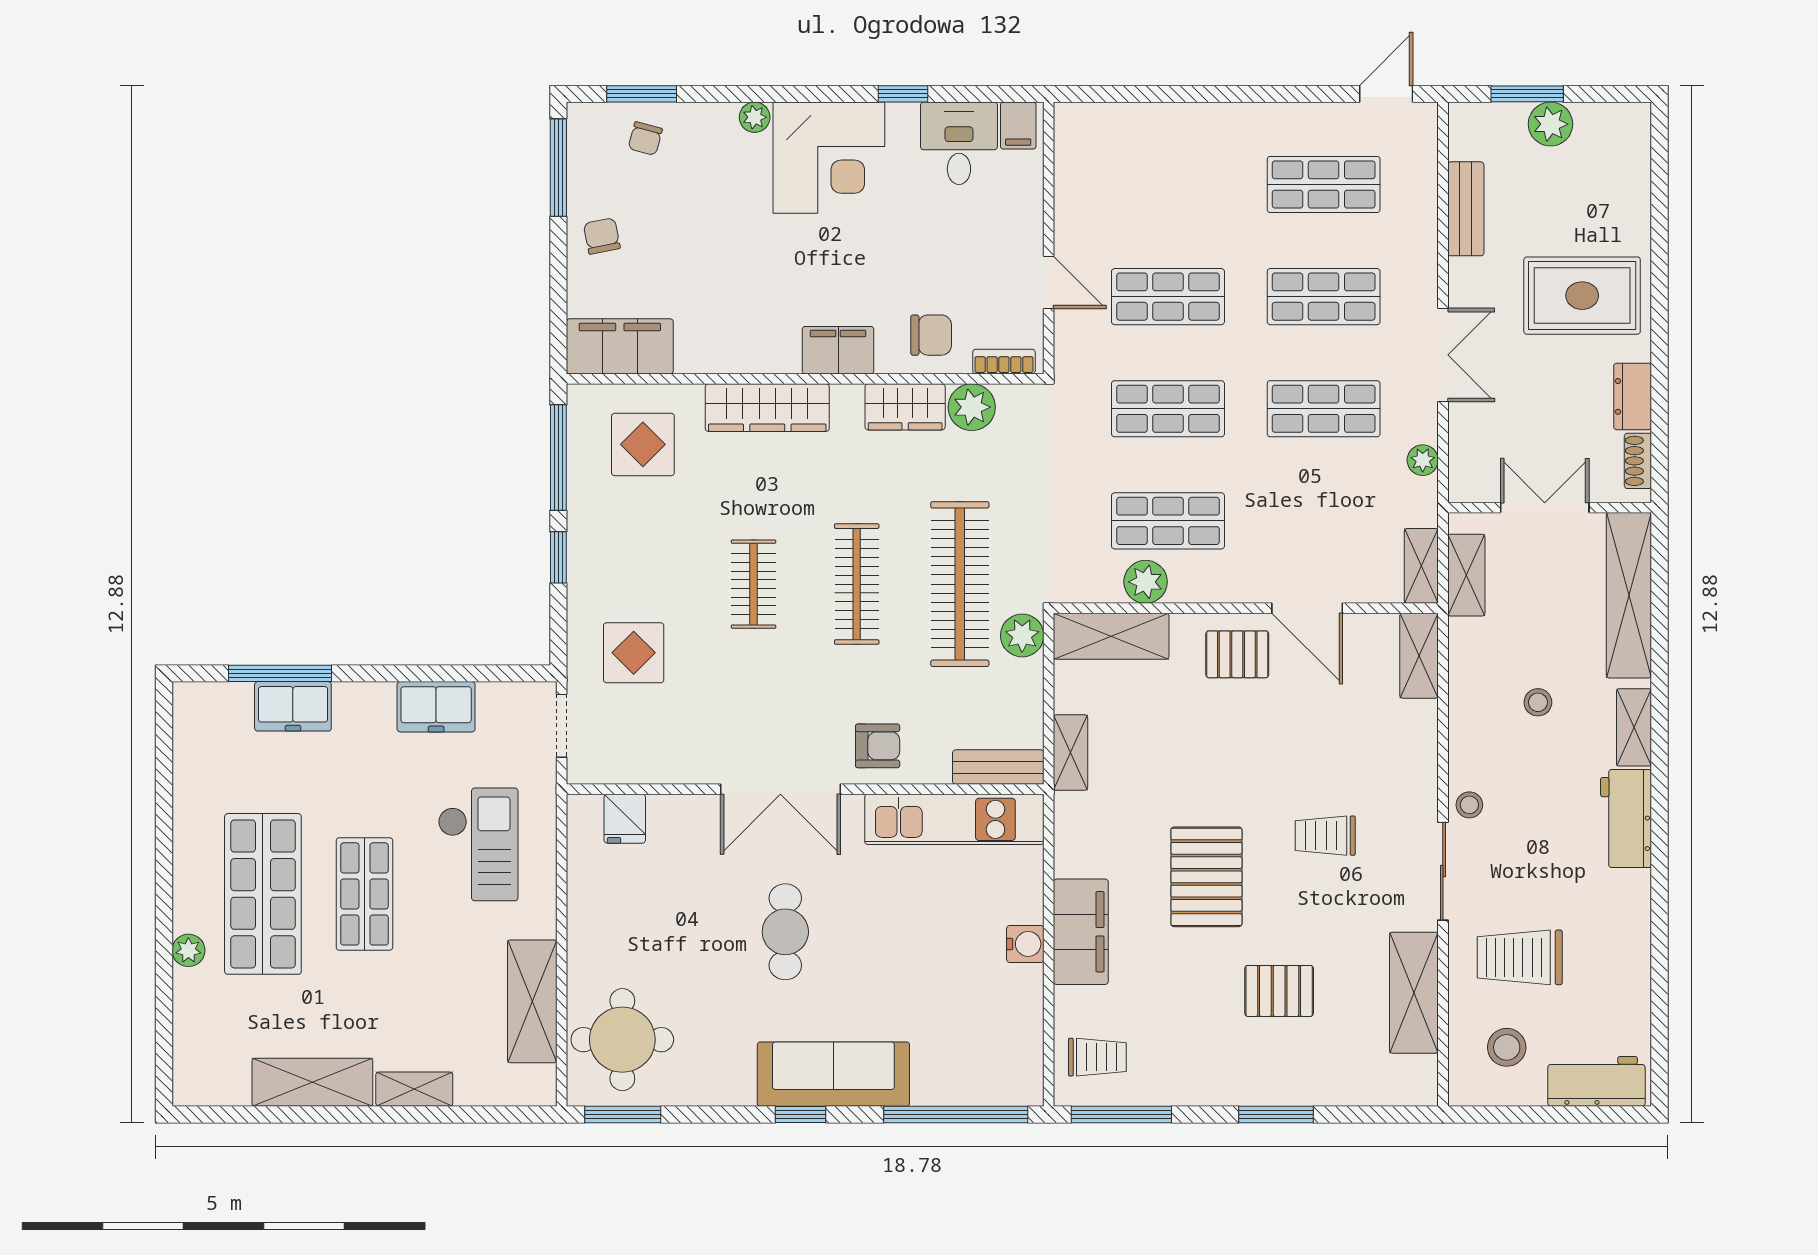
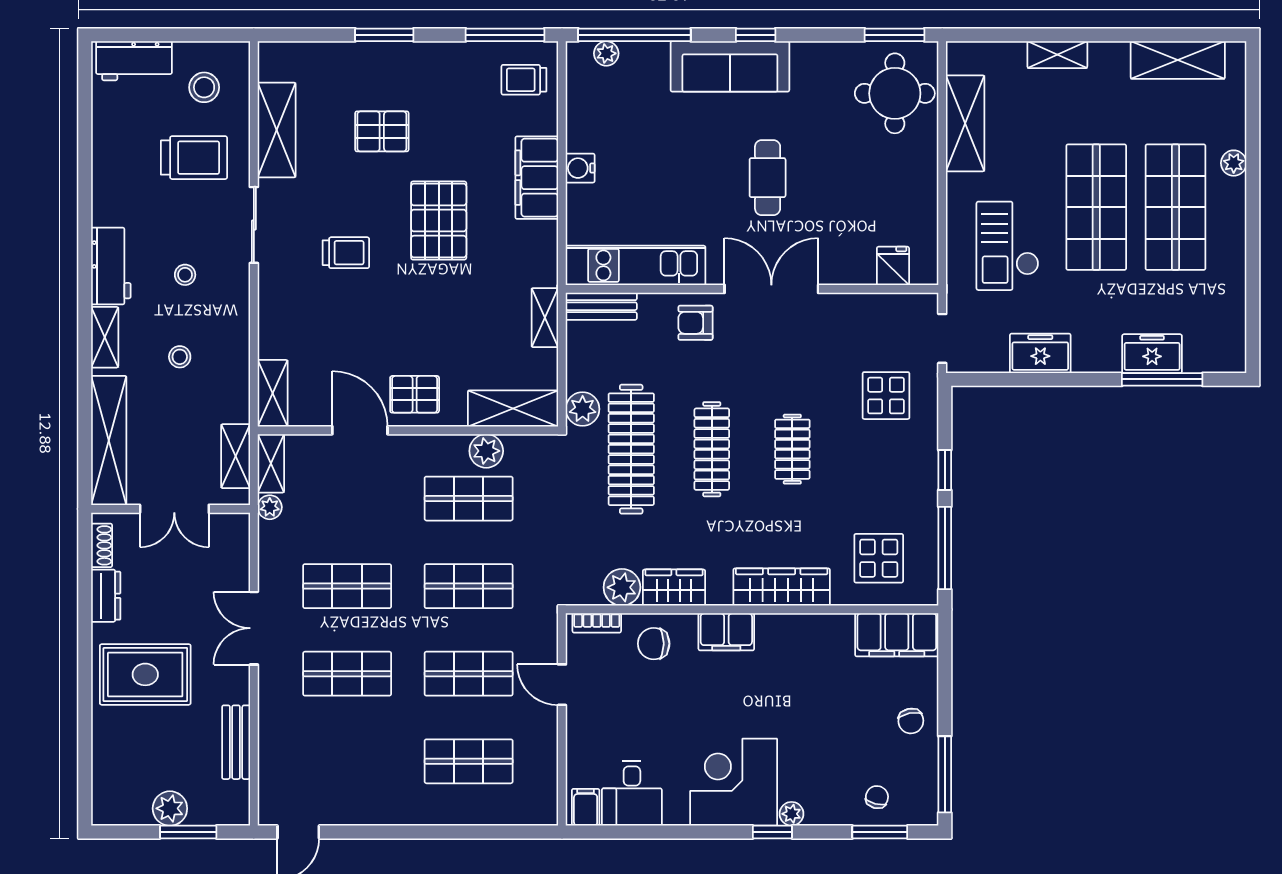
window: (903, 94) -> (772, 832), moved
shop shelf: (1324, 184) -> (469, 761), moved
plant: (1423, 460) -> (270, 507), moved
stool: (1469, 805) -> (185, 275), moved
shop shelf: (364, 894) -> (1096, 207), width x1.43, depth x1.36
shelving: (312, 1082) -> (1178, 60), moved
plant: (992, 1091) -> (606, 53), added

